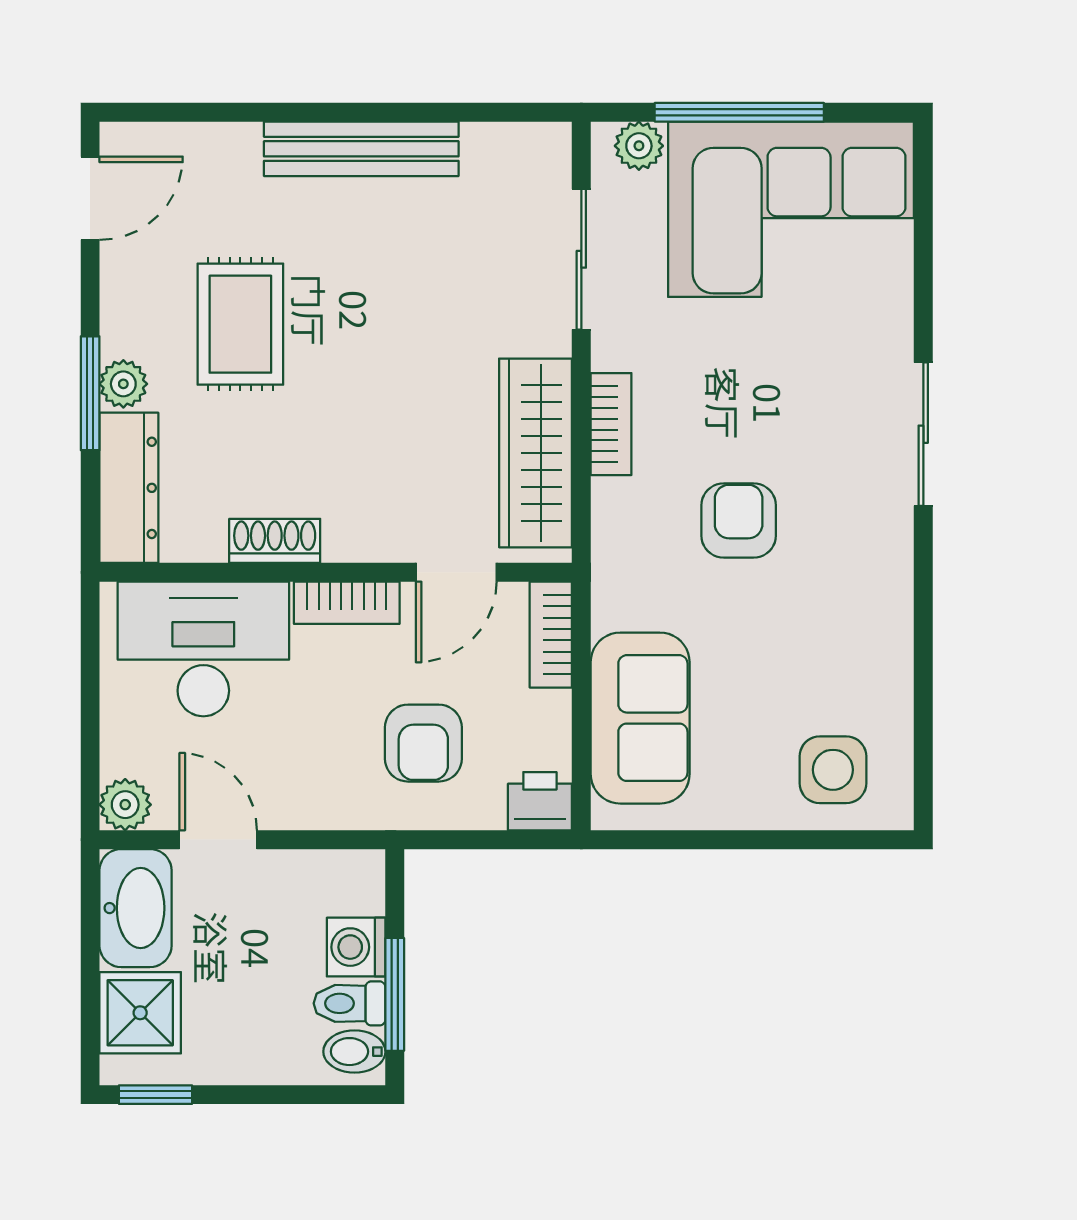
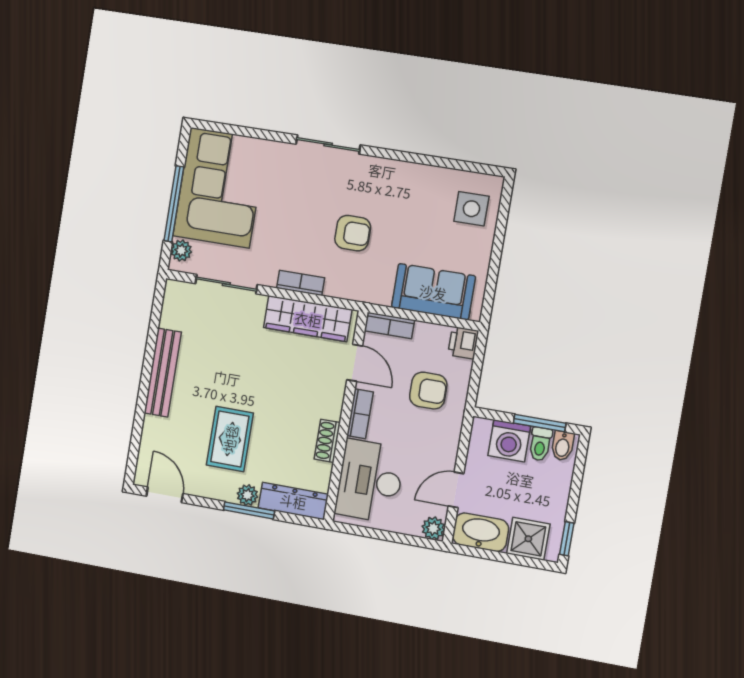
rug: (240, 324) -> (230, 439), turned 90
armchair: (739, 520) -> (353, 233), turned 180
washing machine: (356, 947) -> (509, 441), width x1.38, depth x1.38

